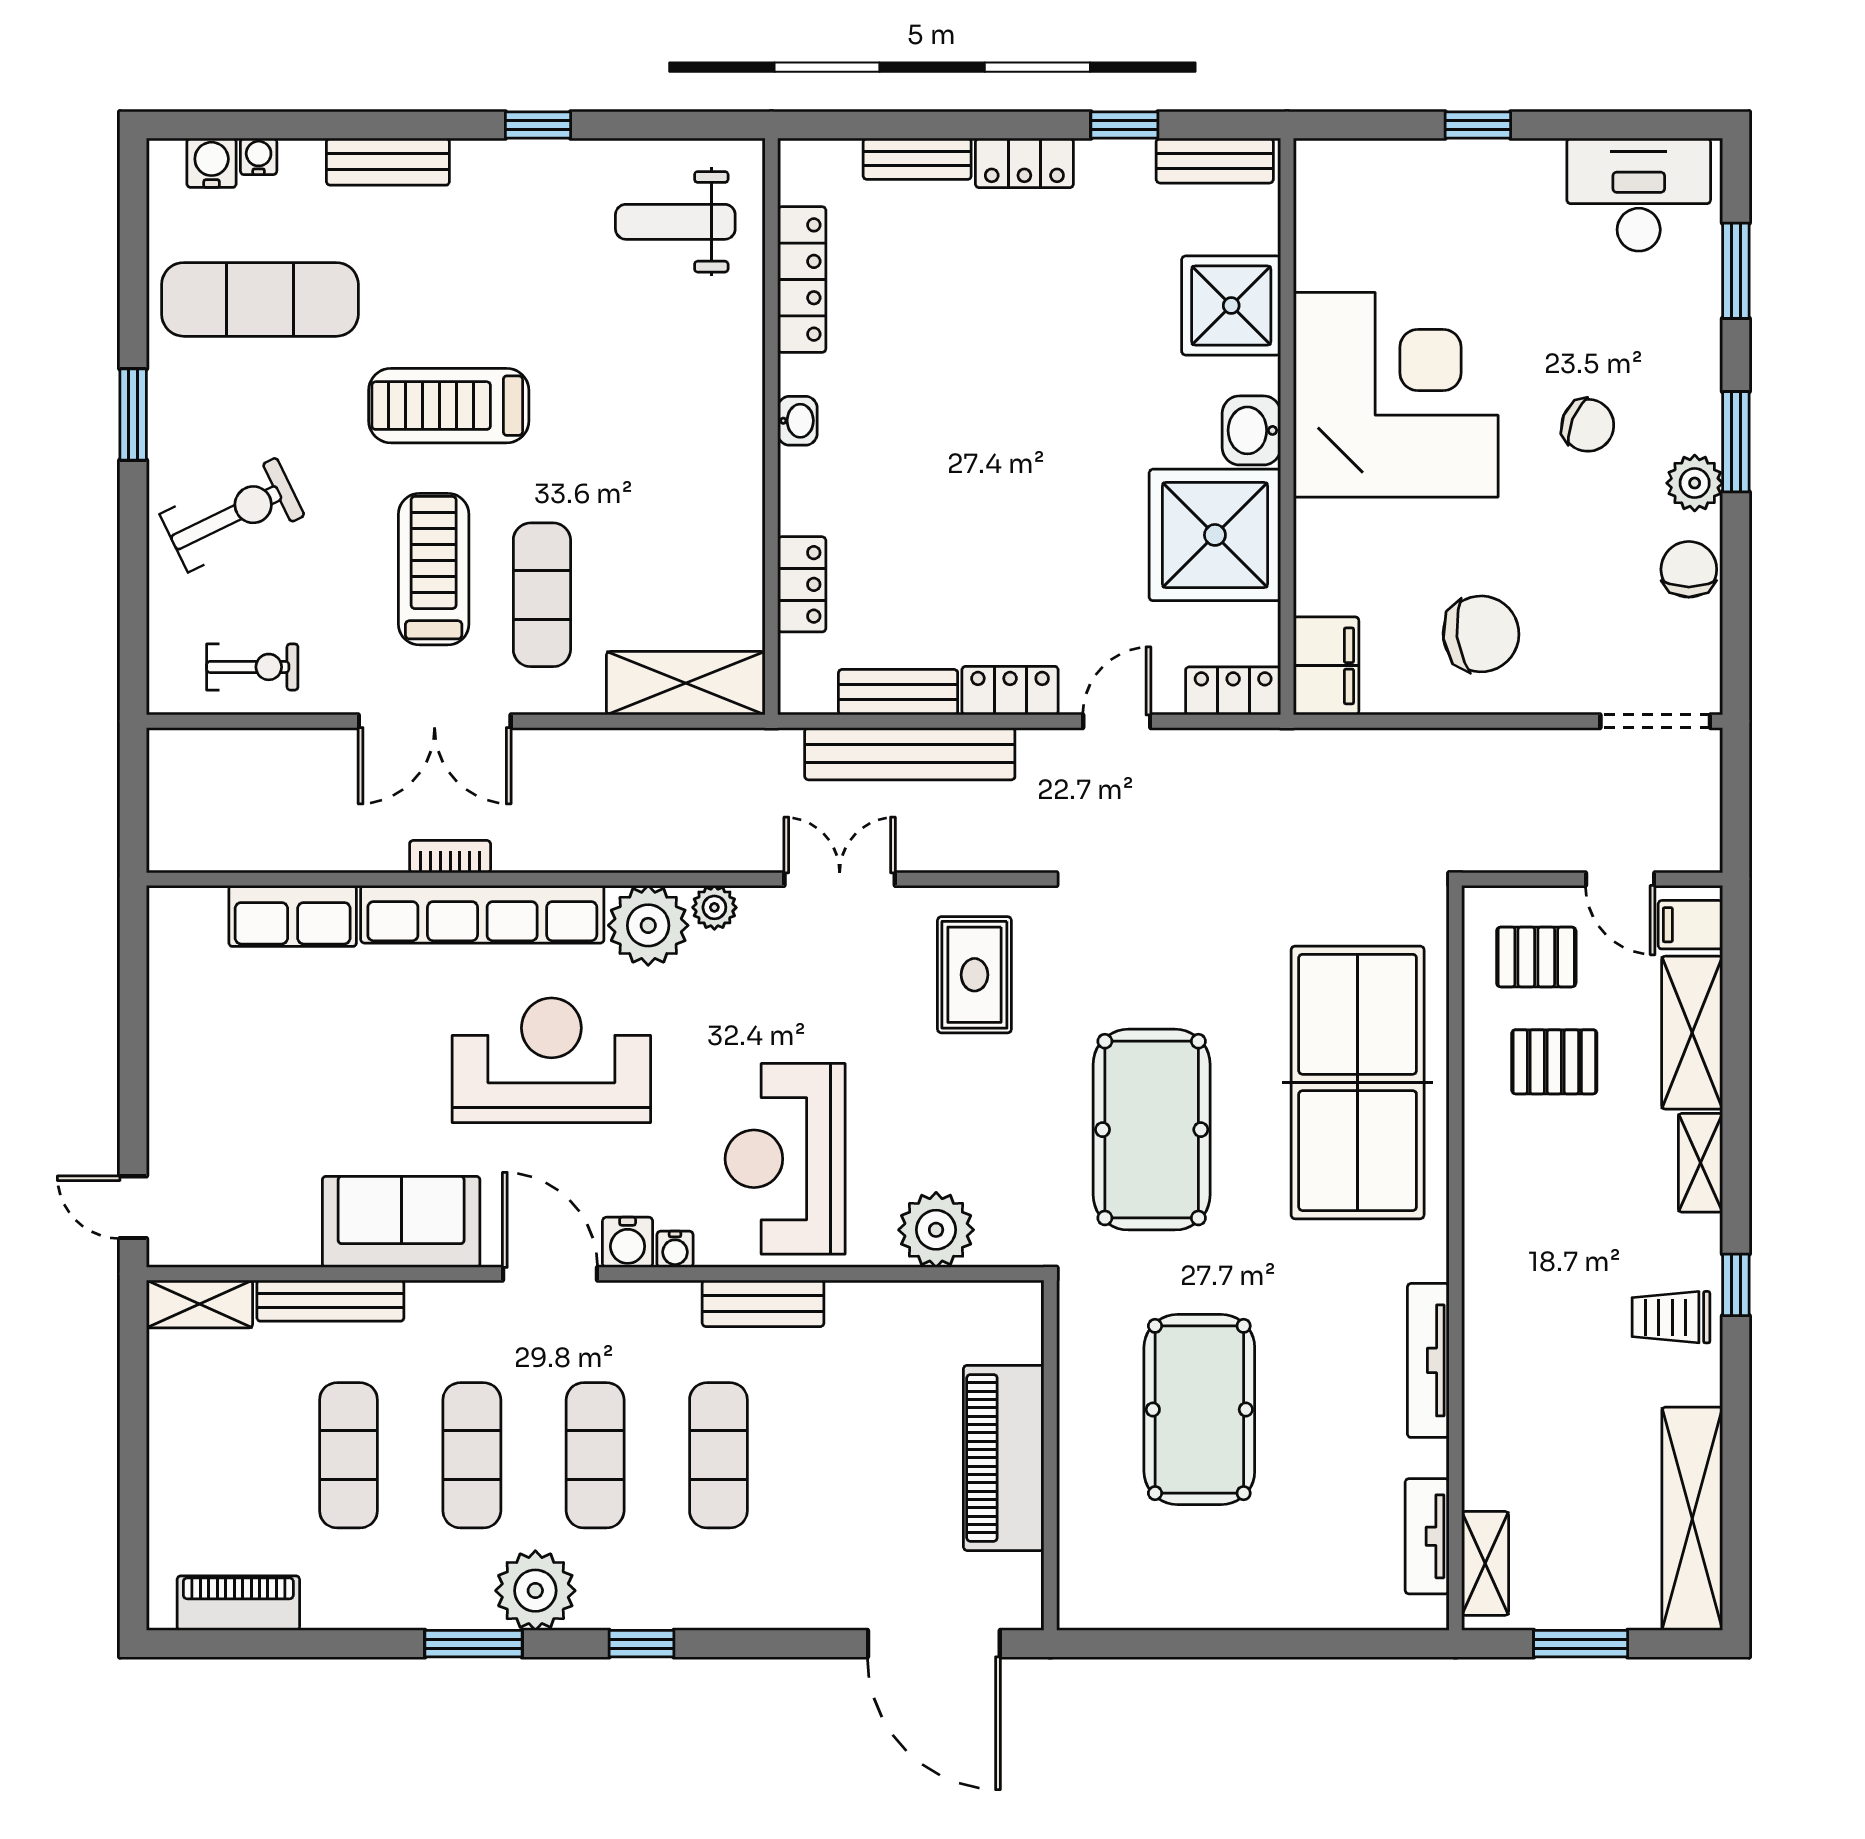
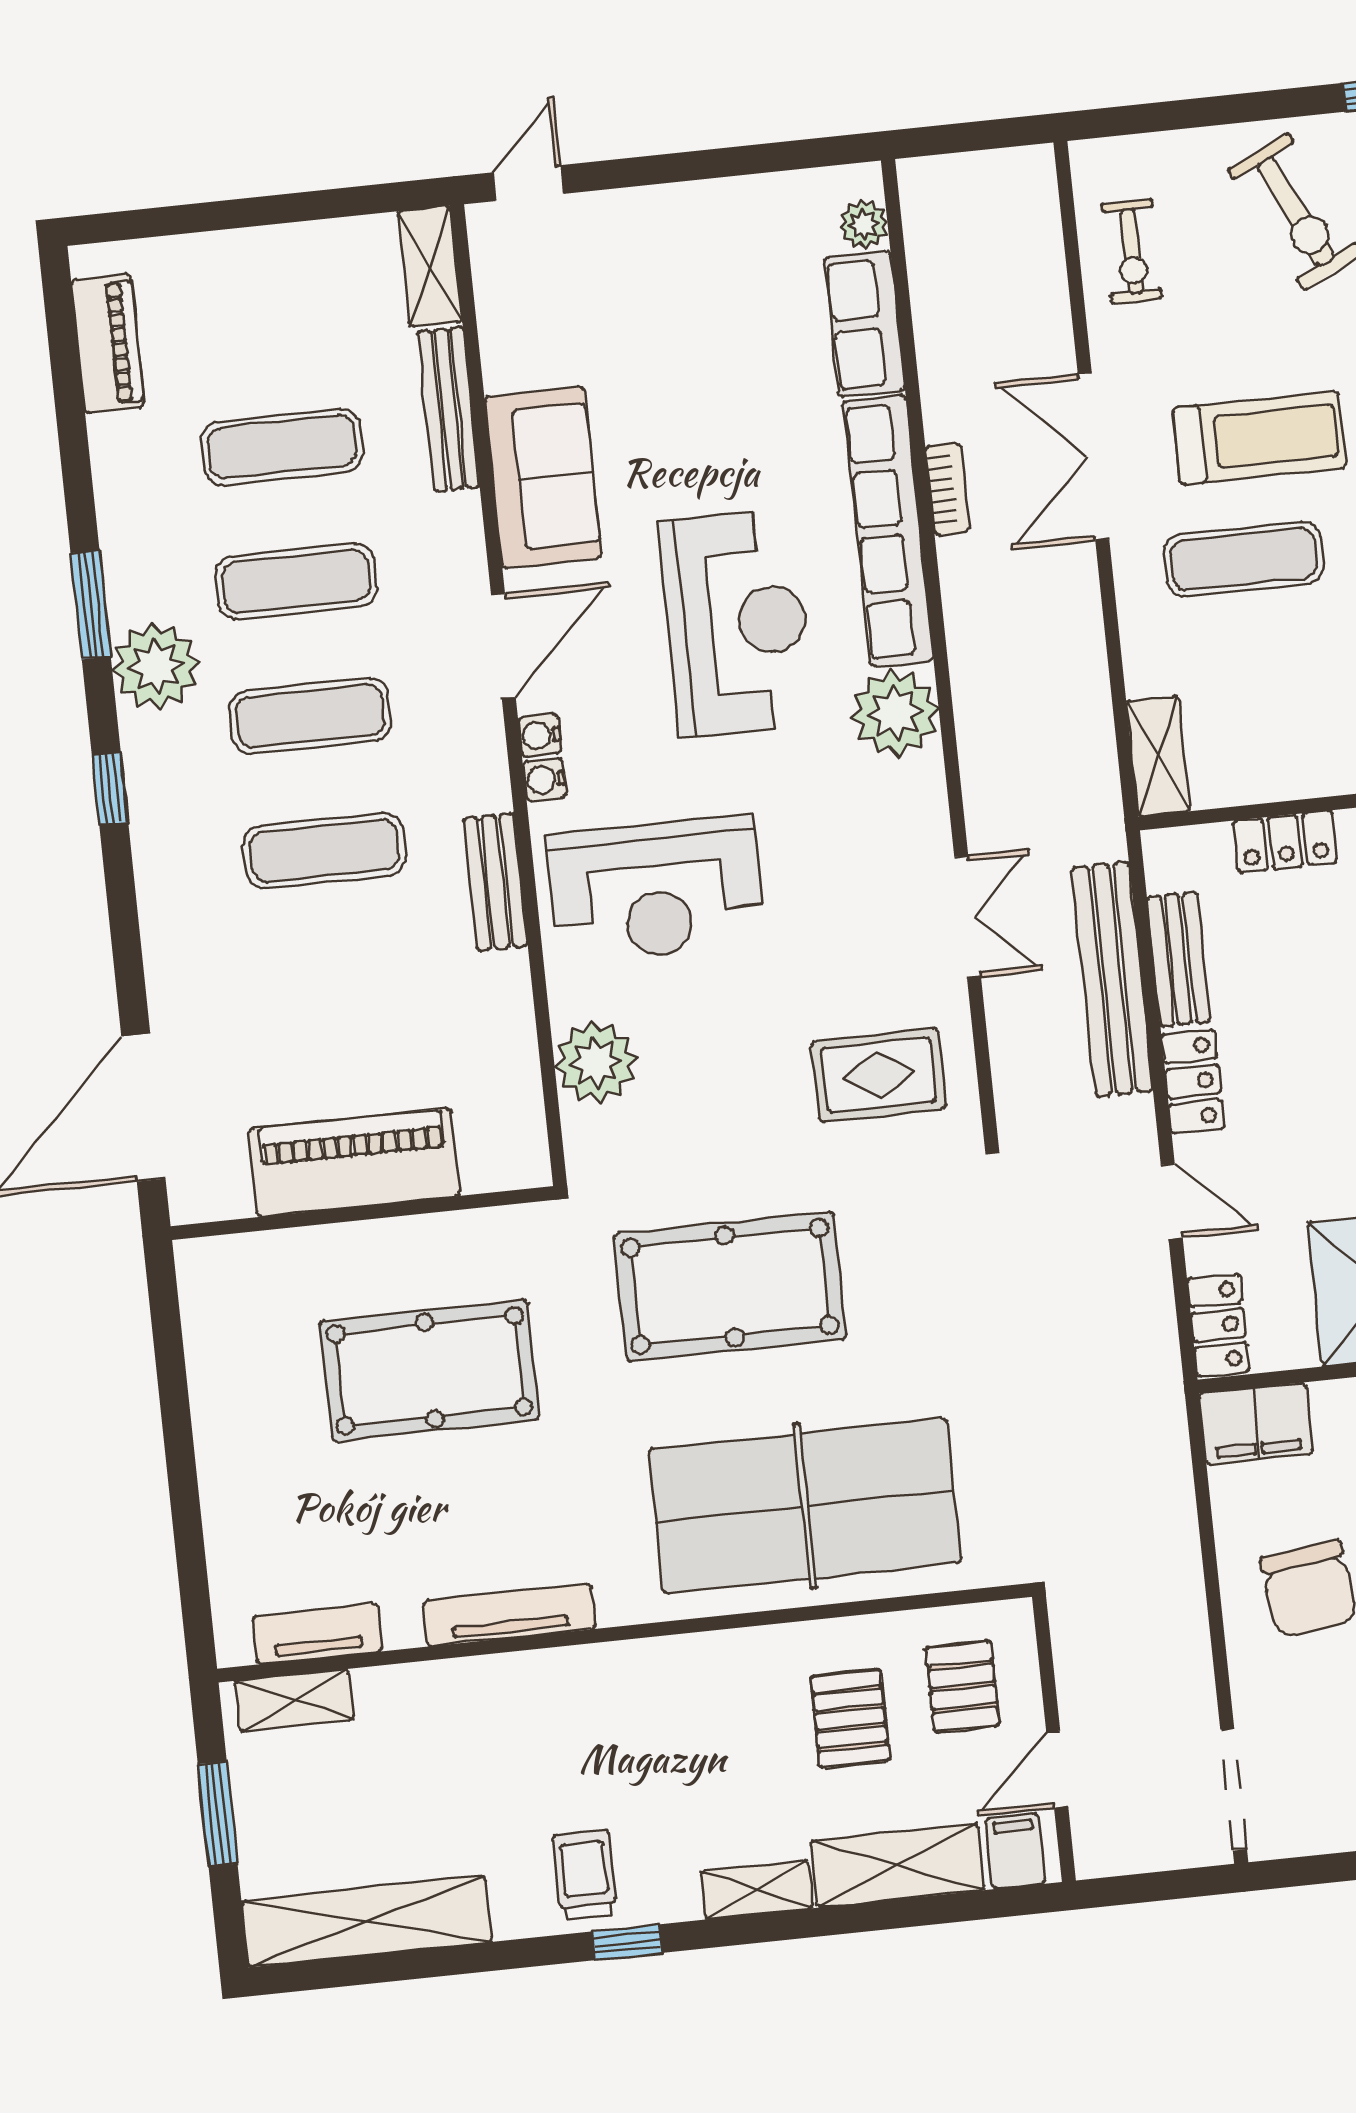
shelving: (686, 683) -> (1158, 756), width x0.67, depth x0.75
plant: (714, 907) -> (864, 225), moved
reception desk: (785, 1159) -> (656, 889), turned 180
water cooler: (628, 1242) -> (540, 735), width x0.72, depth x0.72

